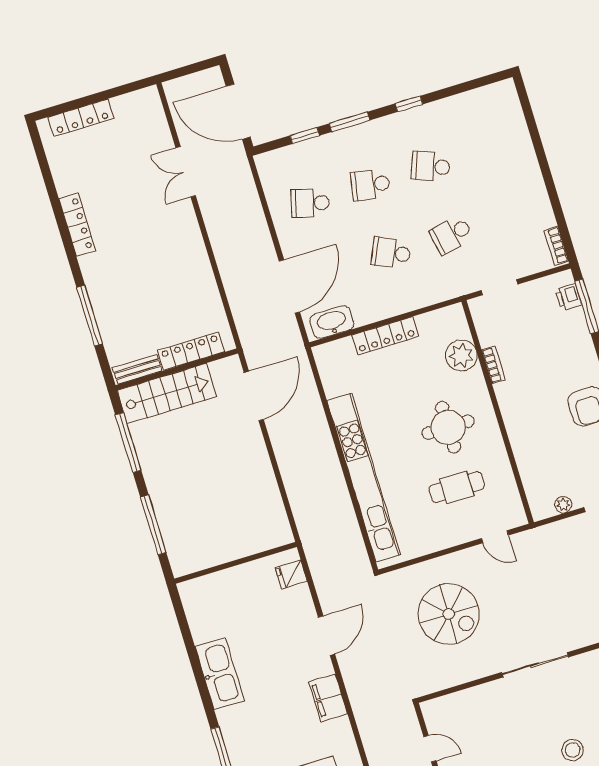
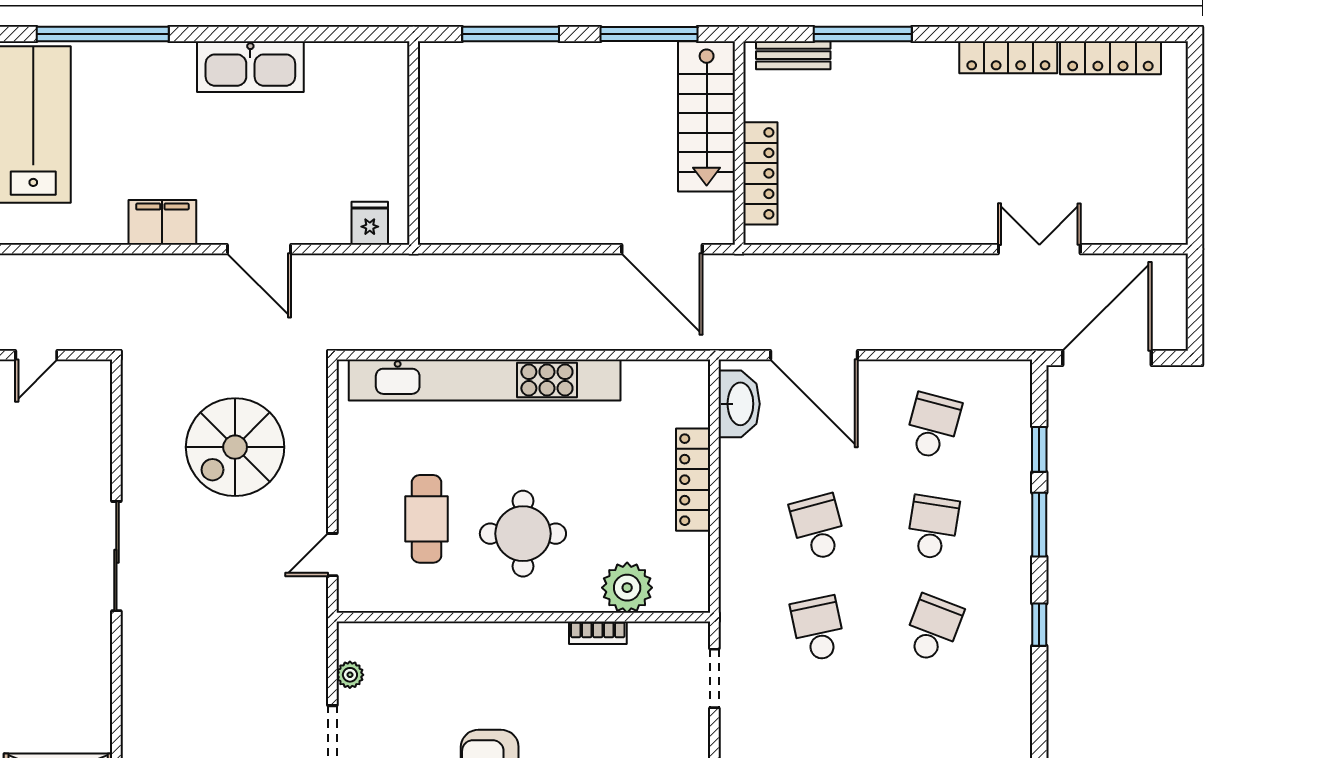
locker: (81, 118) -> (1110, 58), moved, turned -90
school desk: (391, 253) -> (818, 527), turned -39
bench: (137, 369) -> (793, 55), moved, turned 90

